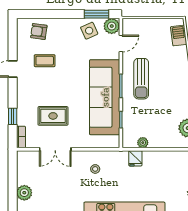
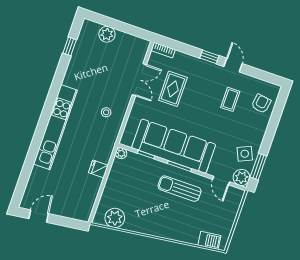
window: (13, 116) -> (209, 57), moved
plant: (143, 143) -> (121, 153), moved
double door: (55, 149) -> (139, 80), swing flipped
fridge: (135, 158) -> (98, 169), moved

